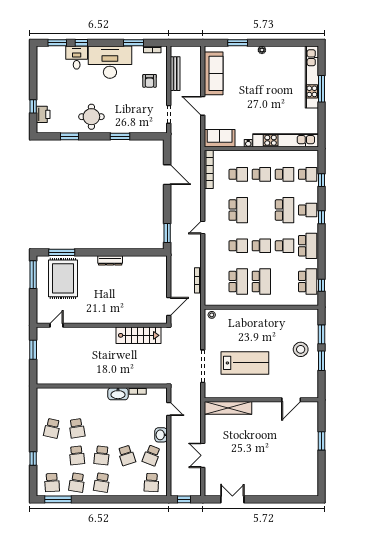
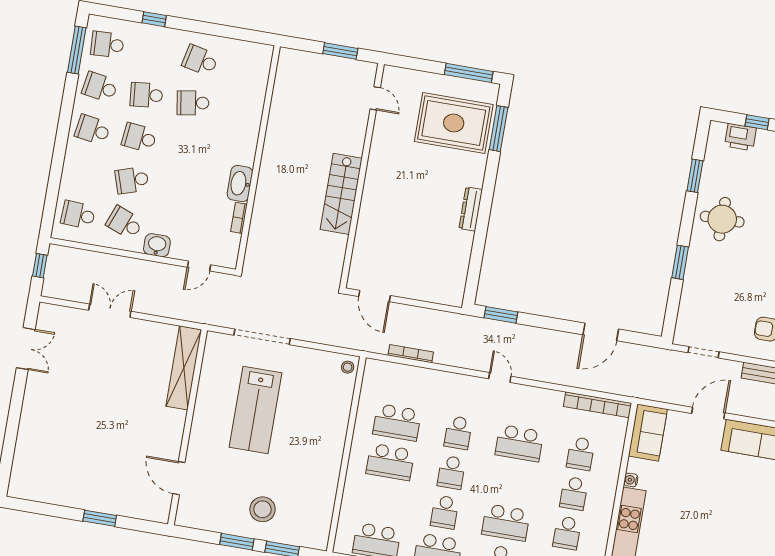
stairs: (138, 335) -> (341, 194), moved

